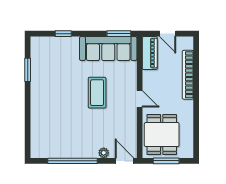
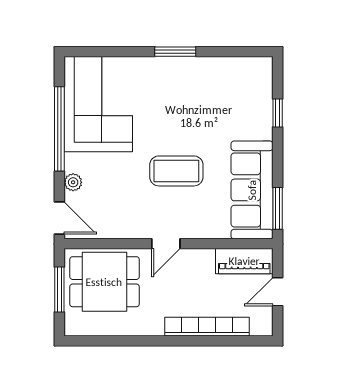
window: (28, 70) -> (175, 52), moved
corner sofa: (58, 138) -> (98, 104), added
door: (125, 161) -> (59, 218), hinge flipped

